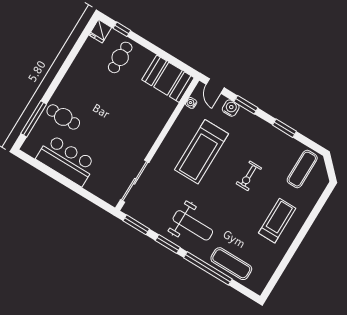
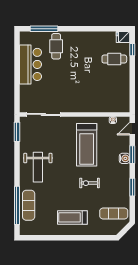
booth: (168, 79) -> (119, 97), removed
water cooler: (231, 108) -> (125, 158), moved
treadmill: (201, 152) -> (87, 145), turned -90
treadmill: (277, 221) -> (72, 217), turned 180
window: (168, 244) -> (17, 159), removed
window: (208, 268) -> (17, 205), moved

